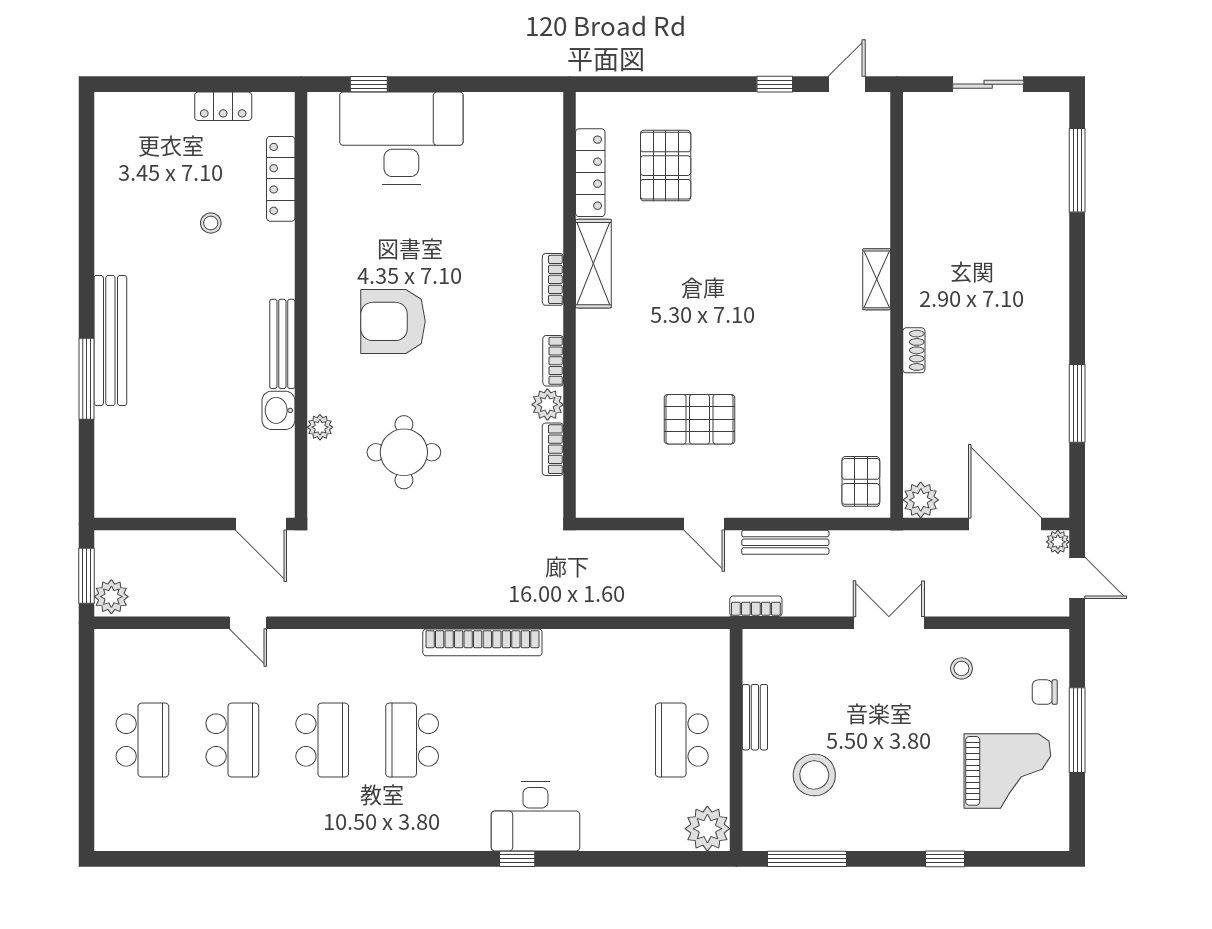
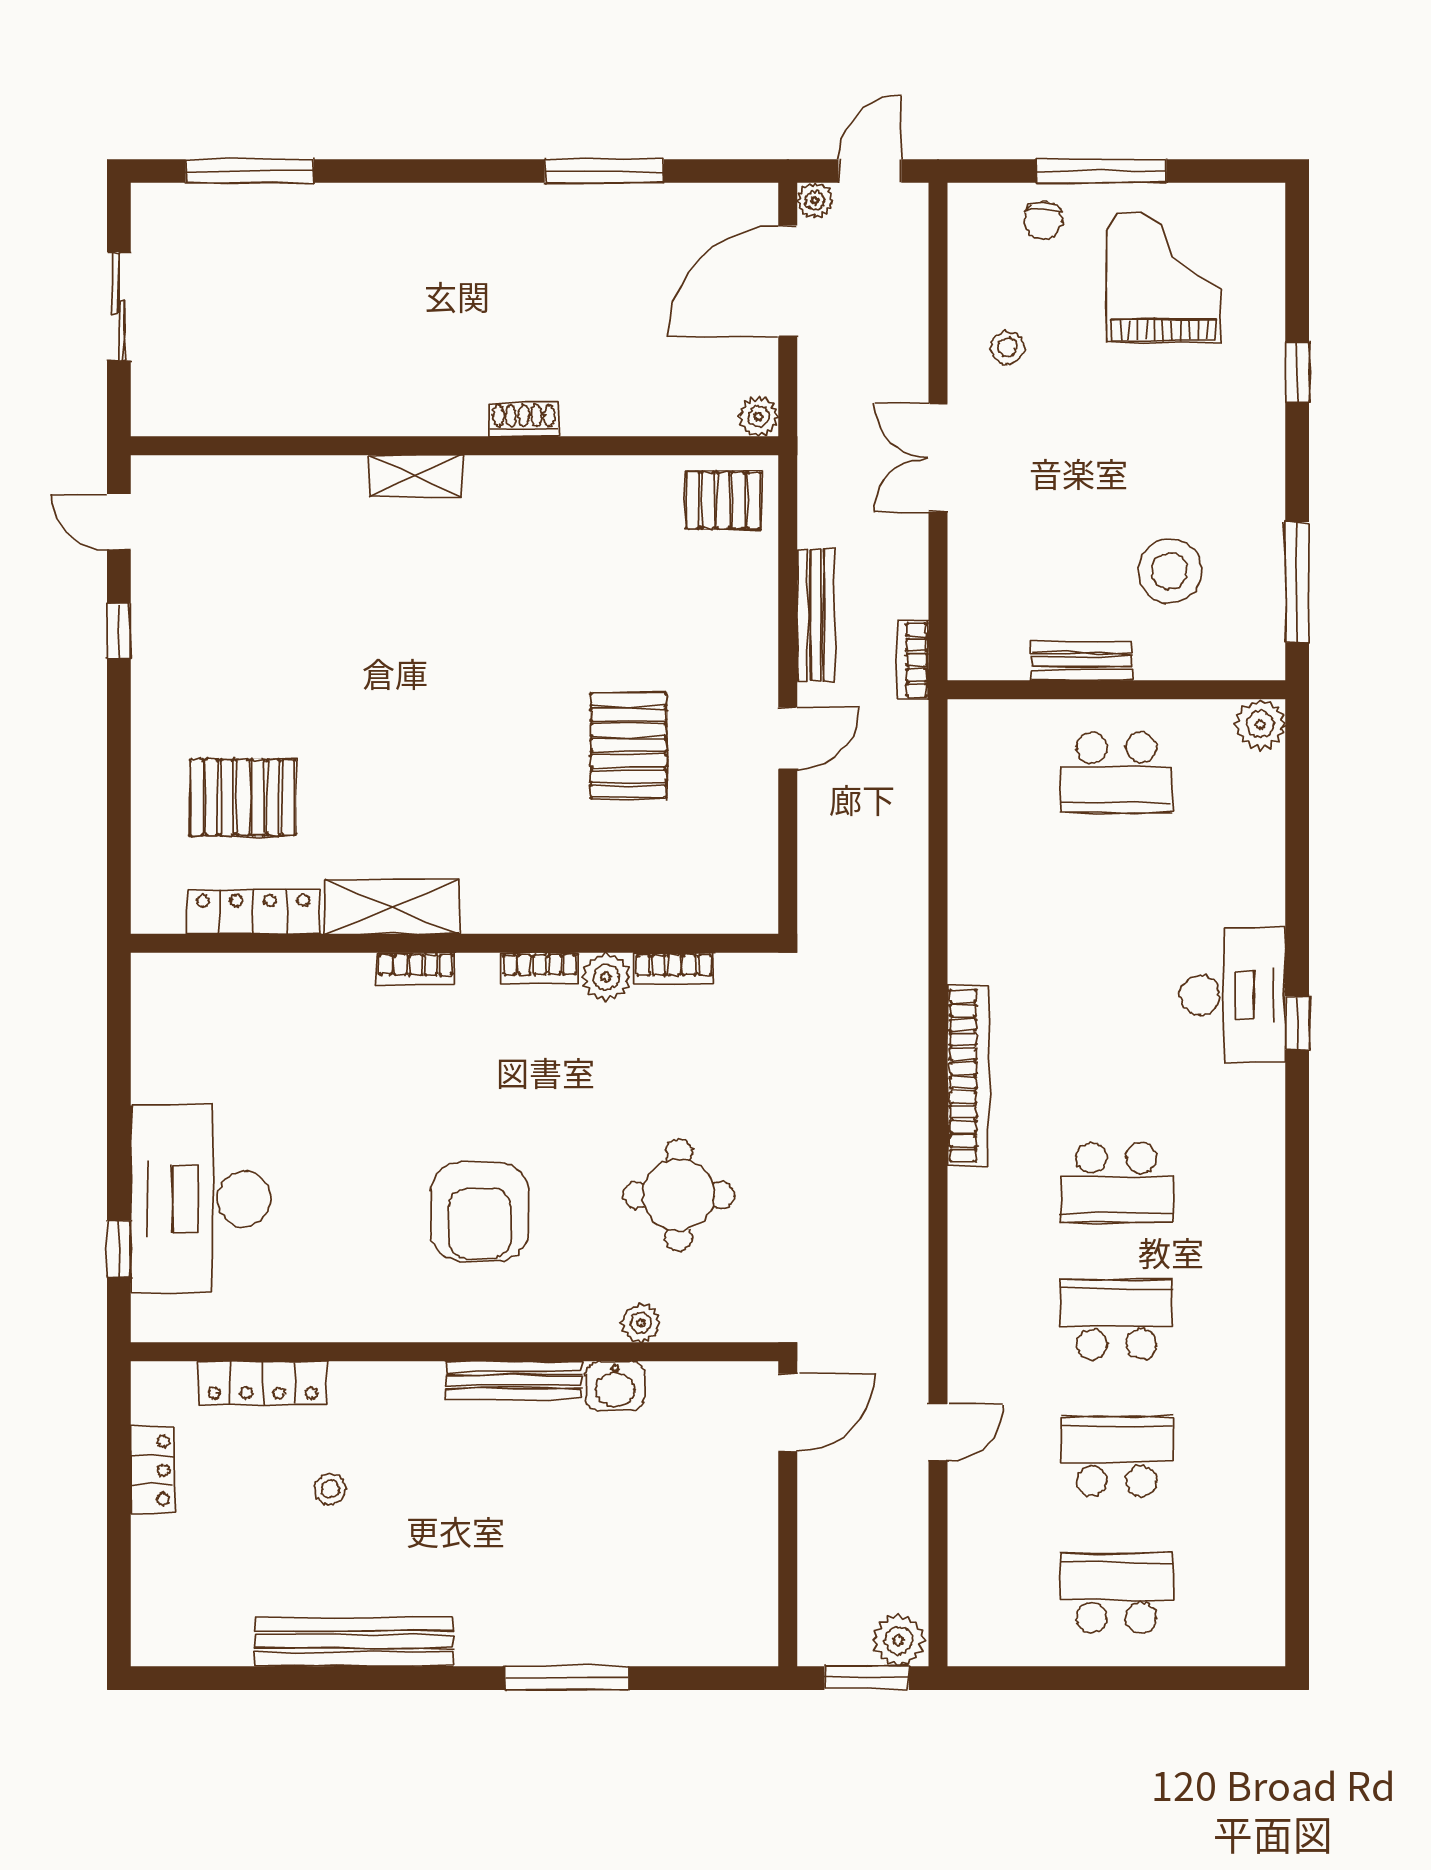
bench: (110, 341) -> (354, 1642), moved
plant: (921, 500) -> (759, 416), width x0.73, depth x0.73
plant: (707, 829) -> (1260, 724), width x0.73, depth x0.73

